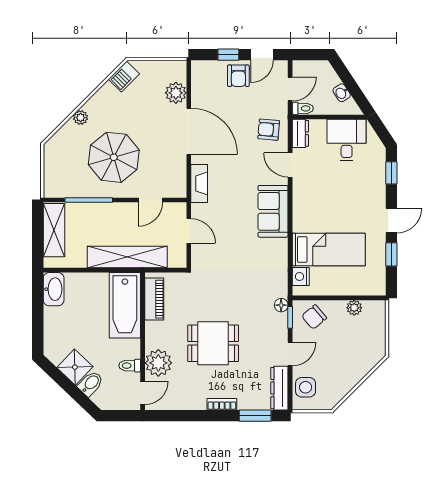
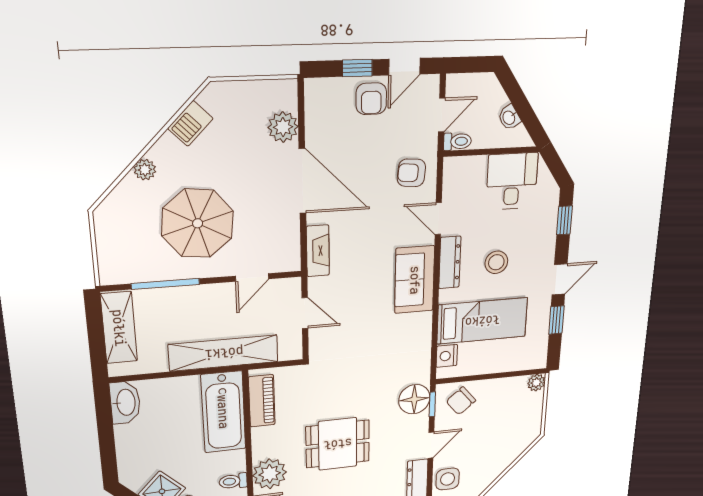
barbecue: (124, 77) -> (190, 123), moved
dresser: (300, 133) -> (450, 262), moved, width x1.44
stool: (338, 202) -> (496, 262), added
floor lamp: (281, 305) -> (414, 399), width x1.89, depth x1.89
plant: (354, 308) -> (536, 383), moved

